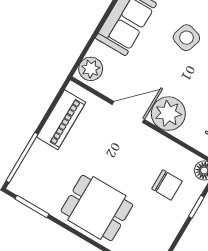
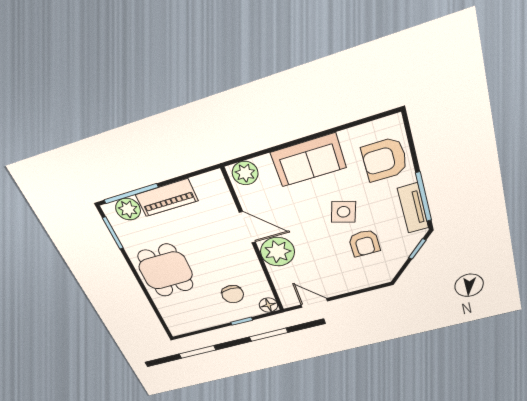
piano: (61, 120) -> (167, 198), moved
plant: (29, 173) -> (128, 209), added

